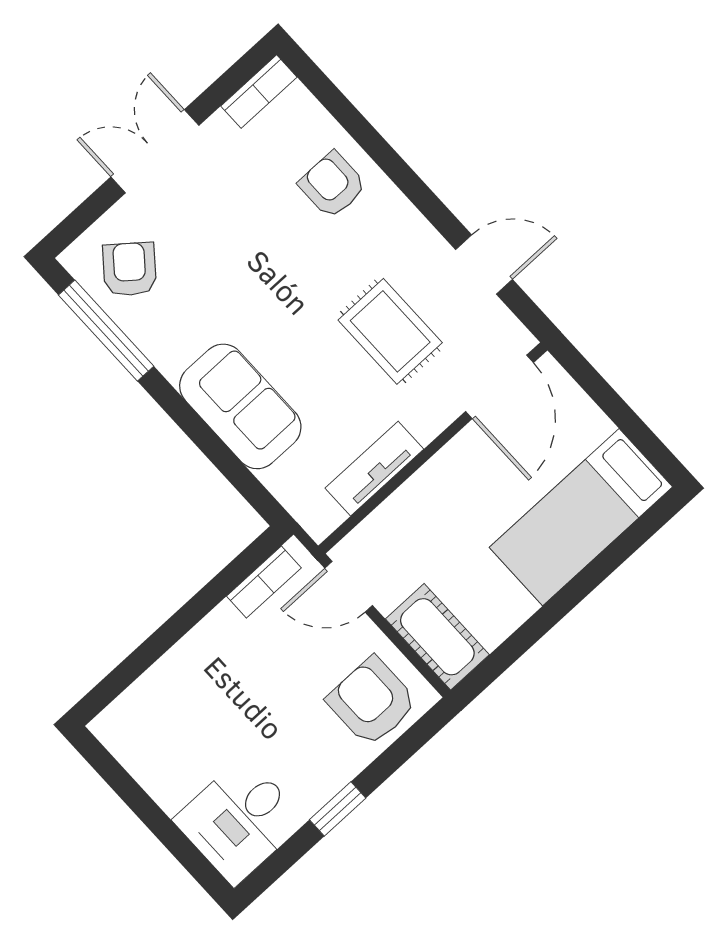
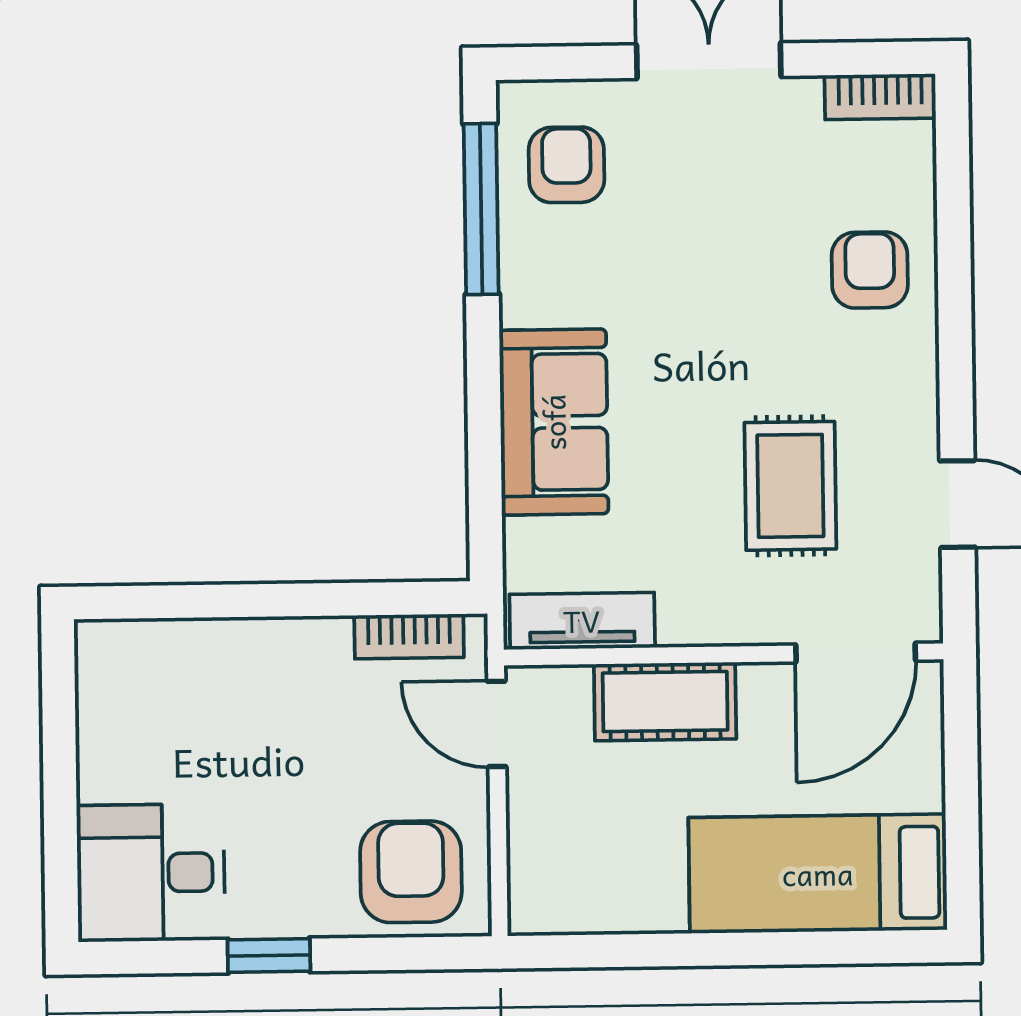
armchair: (130, 269) -> (566, 165), turned -39
tv unit: (374, 469) -> (582, 621), moved
cot: (437, 637) -> (665, 701), moved, turned 90

